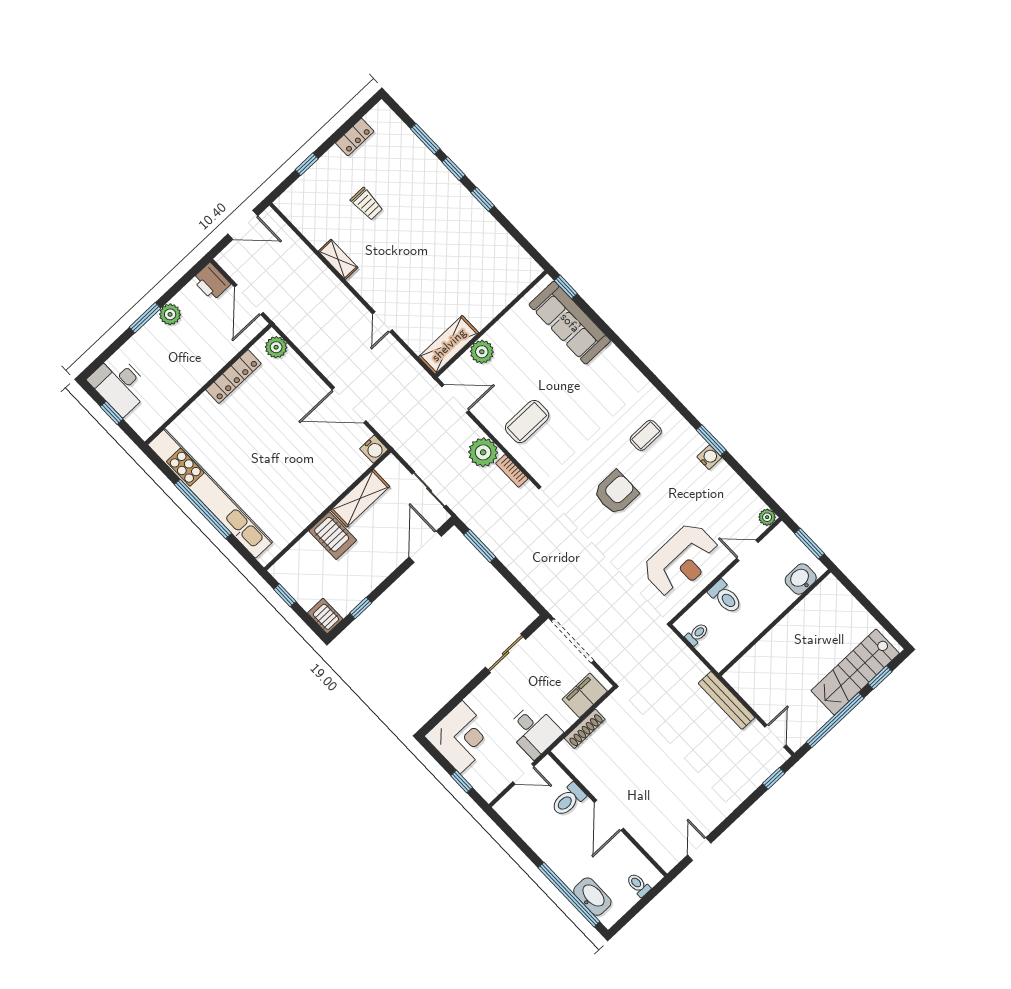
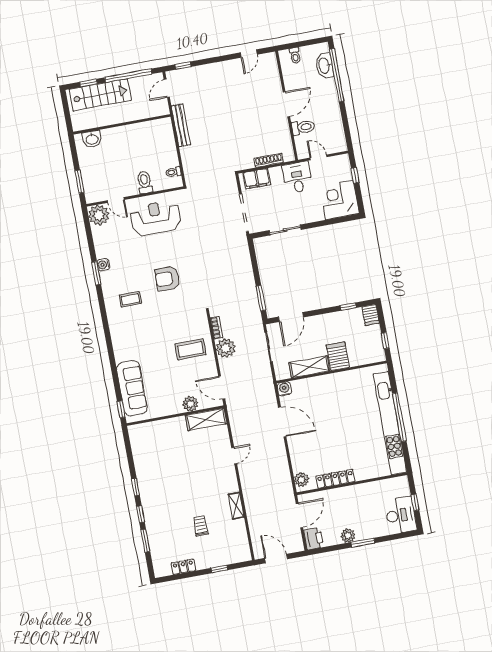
plant: (767, 517) -> (99, 215), width x1.87, depth x1.87
washbasin: (801, 579) -> (92, 139), moved
wall: (775, 623) -> (122, 124), moved

